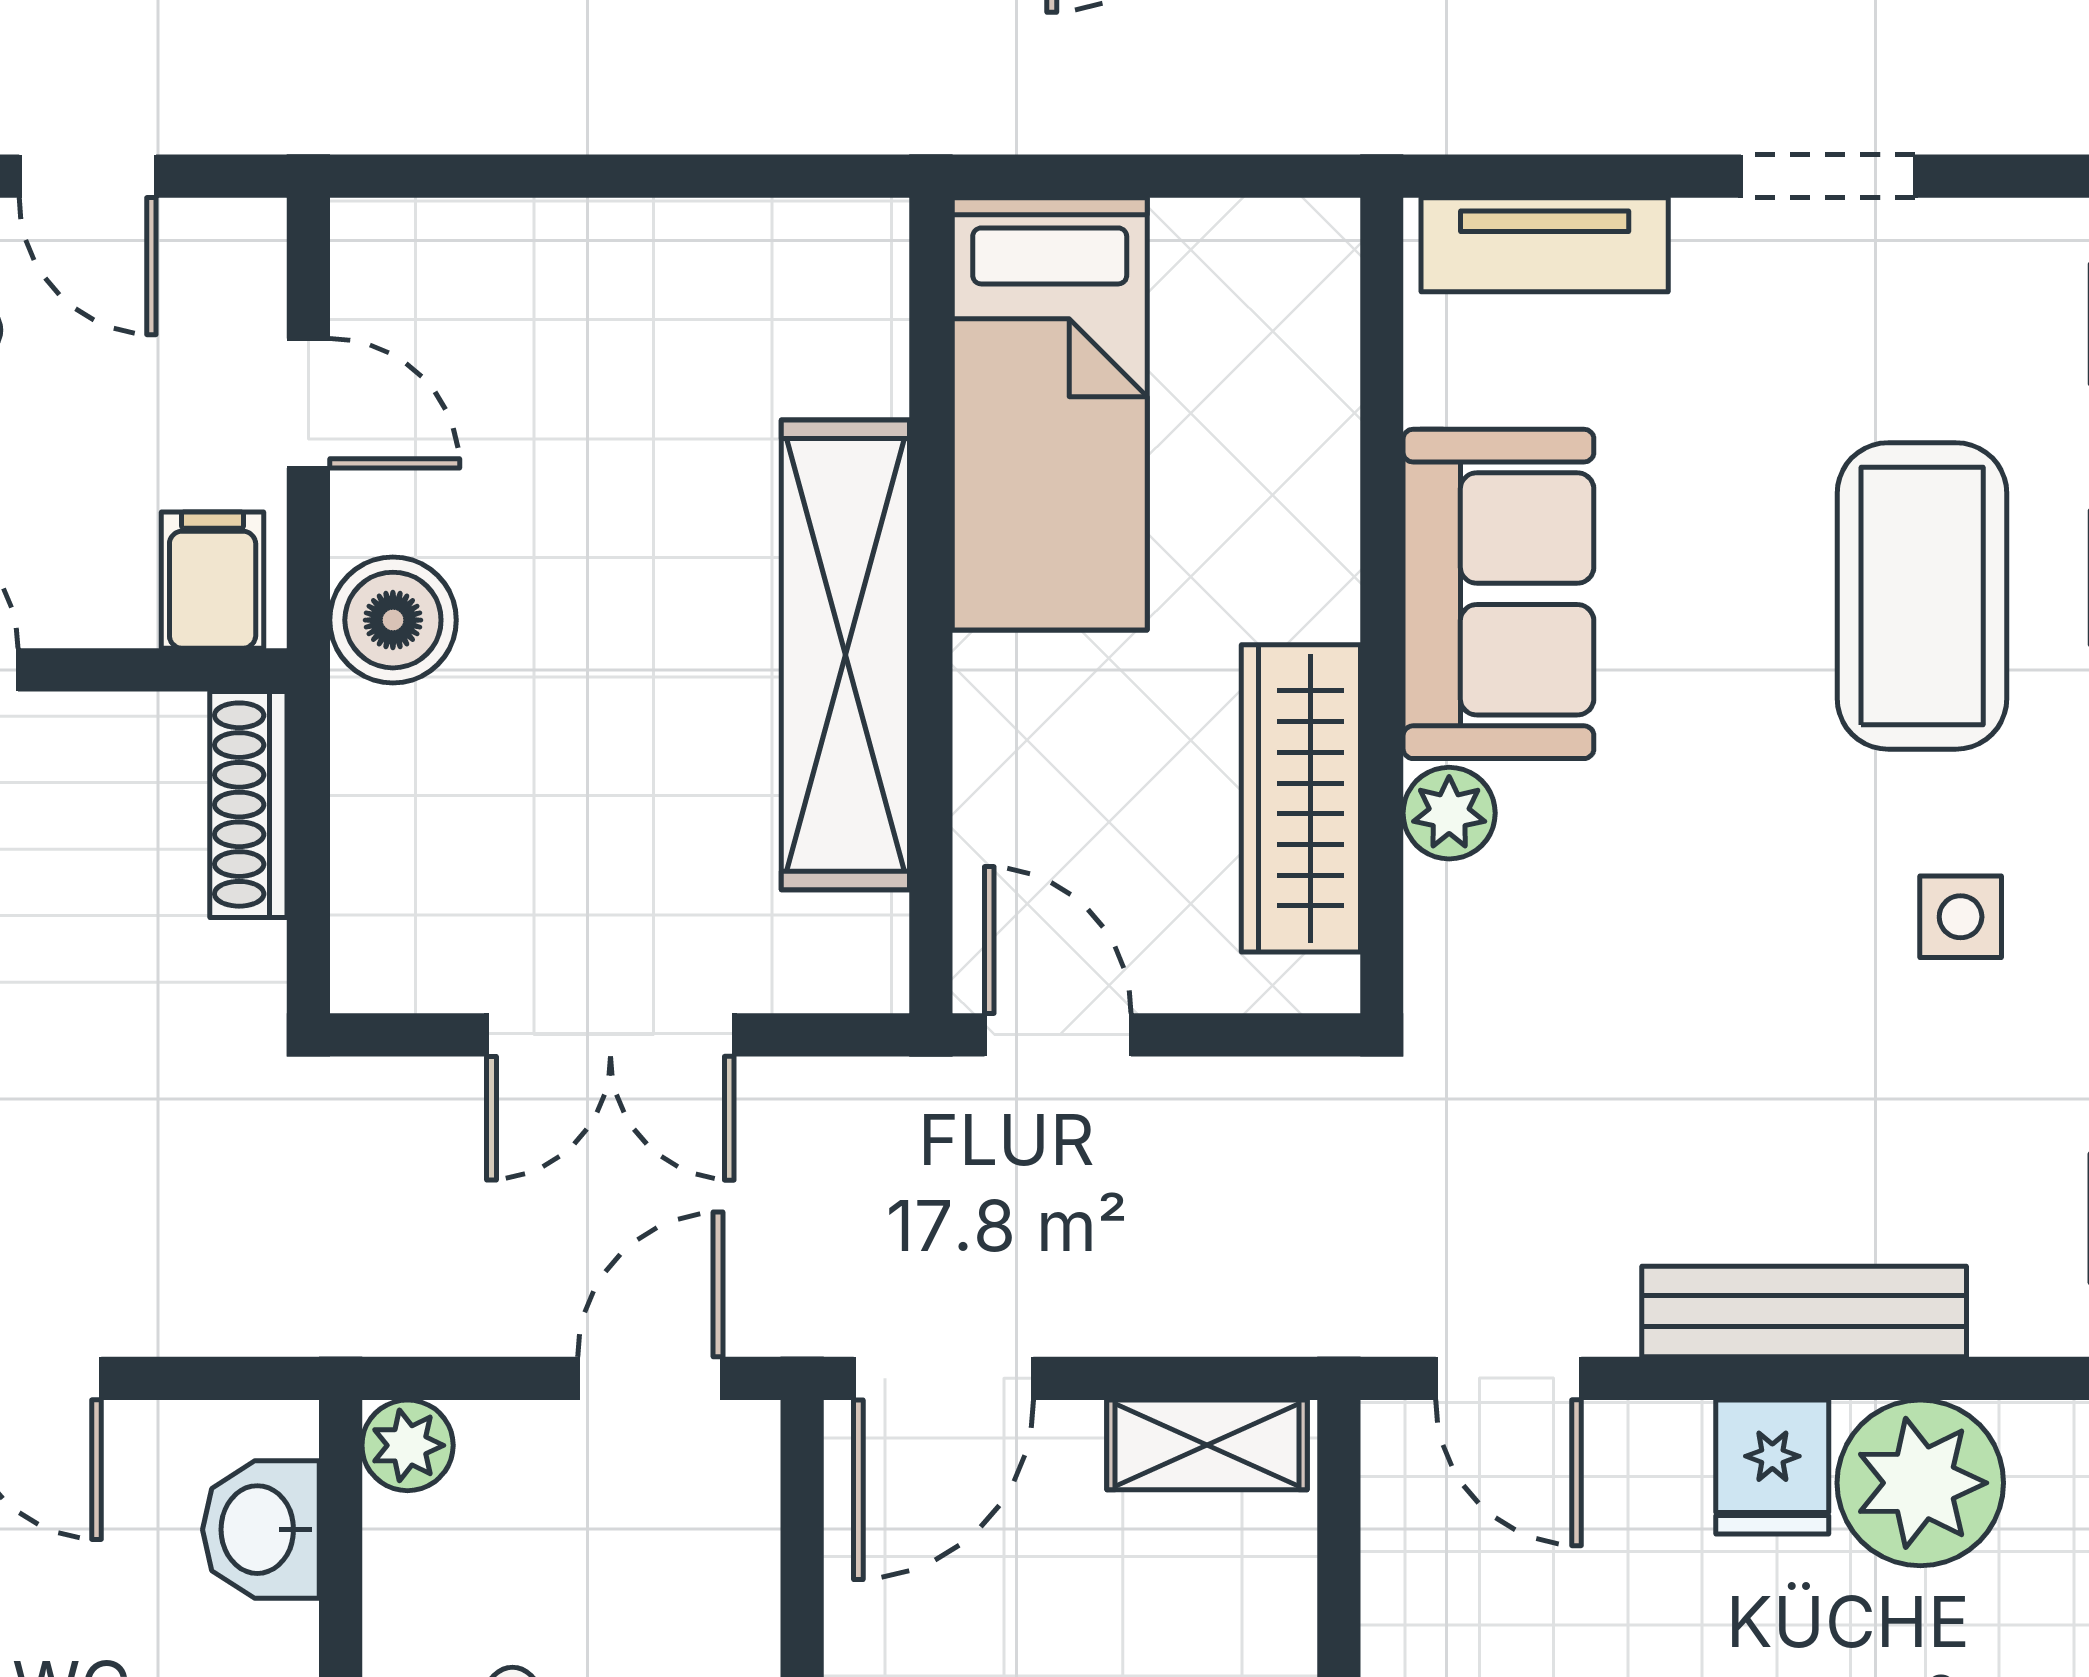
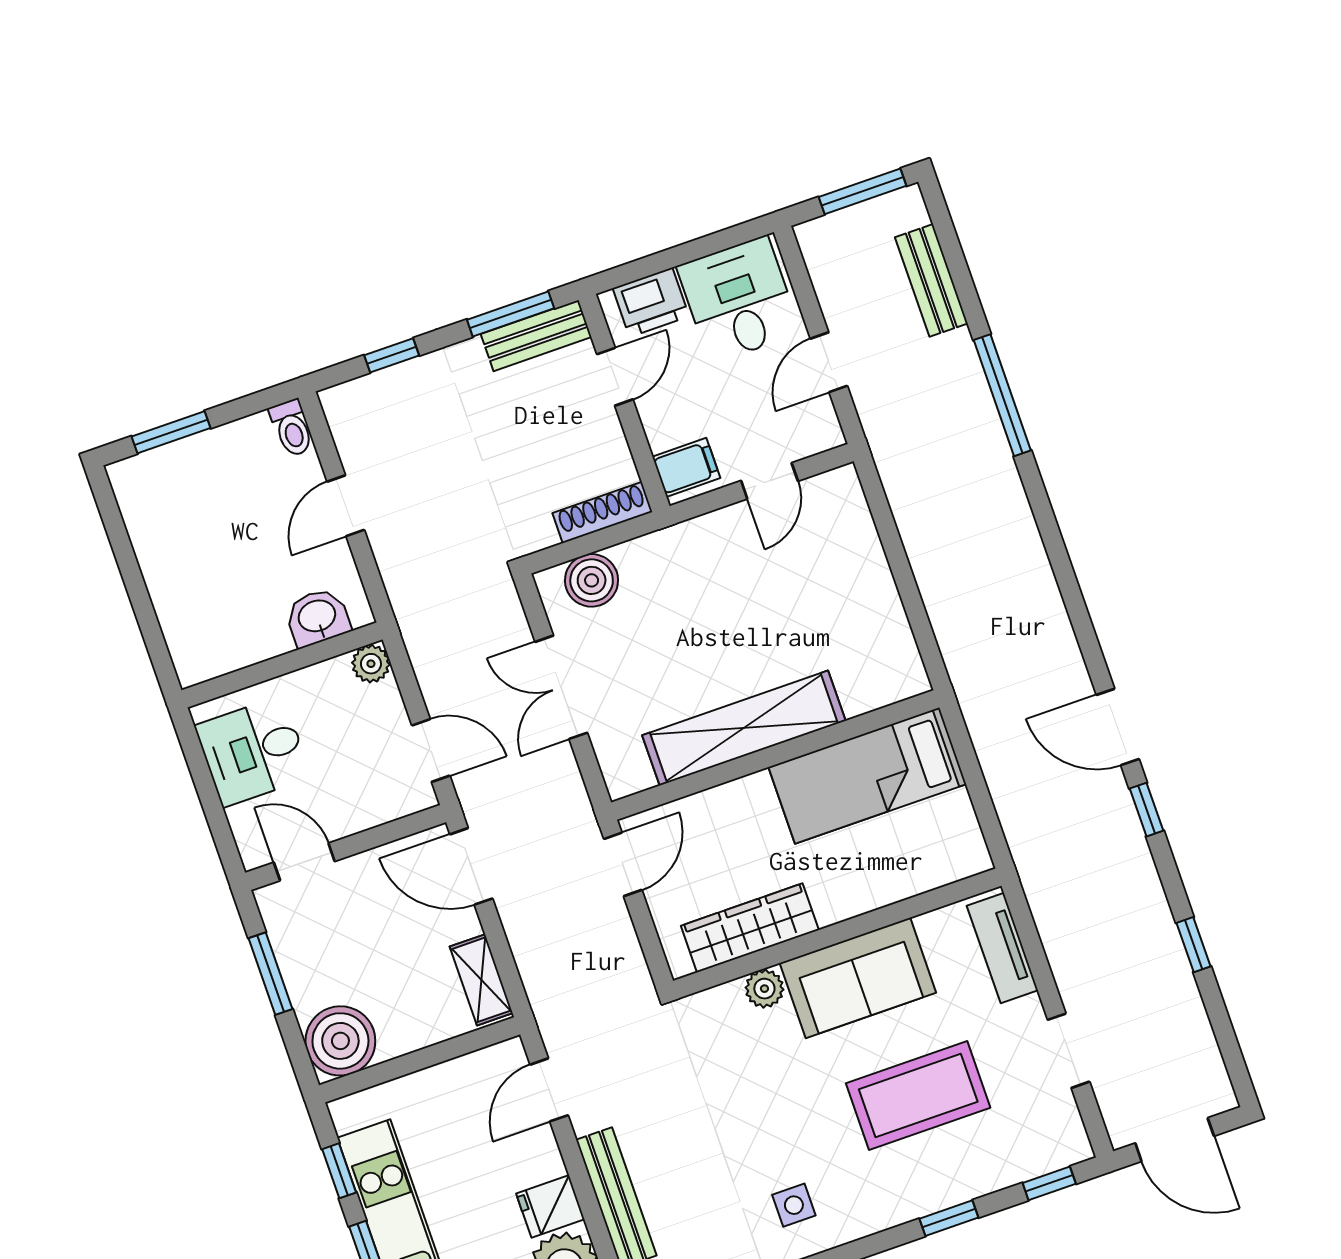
coffee table: (1922, 596) -> (918, 1096), moved
boiler: (393, 620) -> (592, 580), moved

